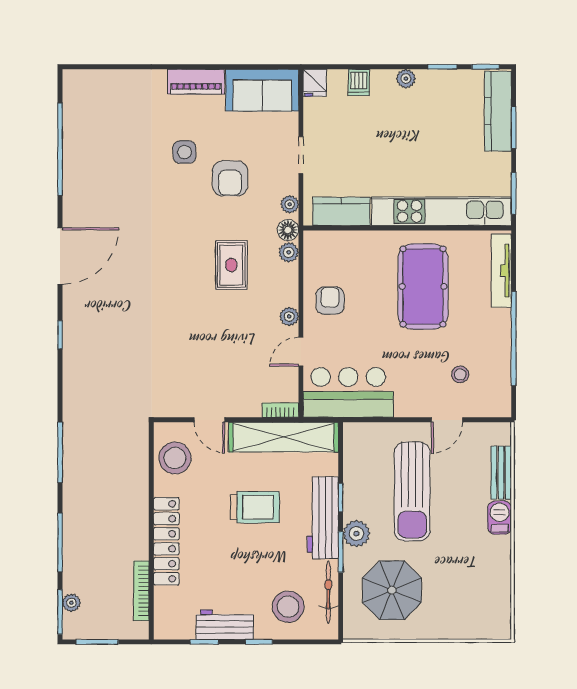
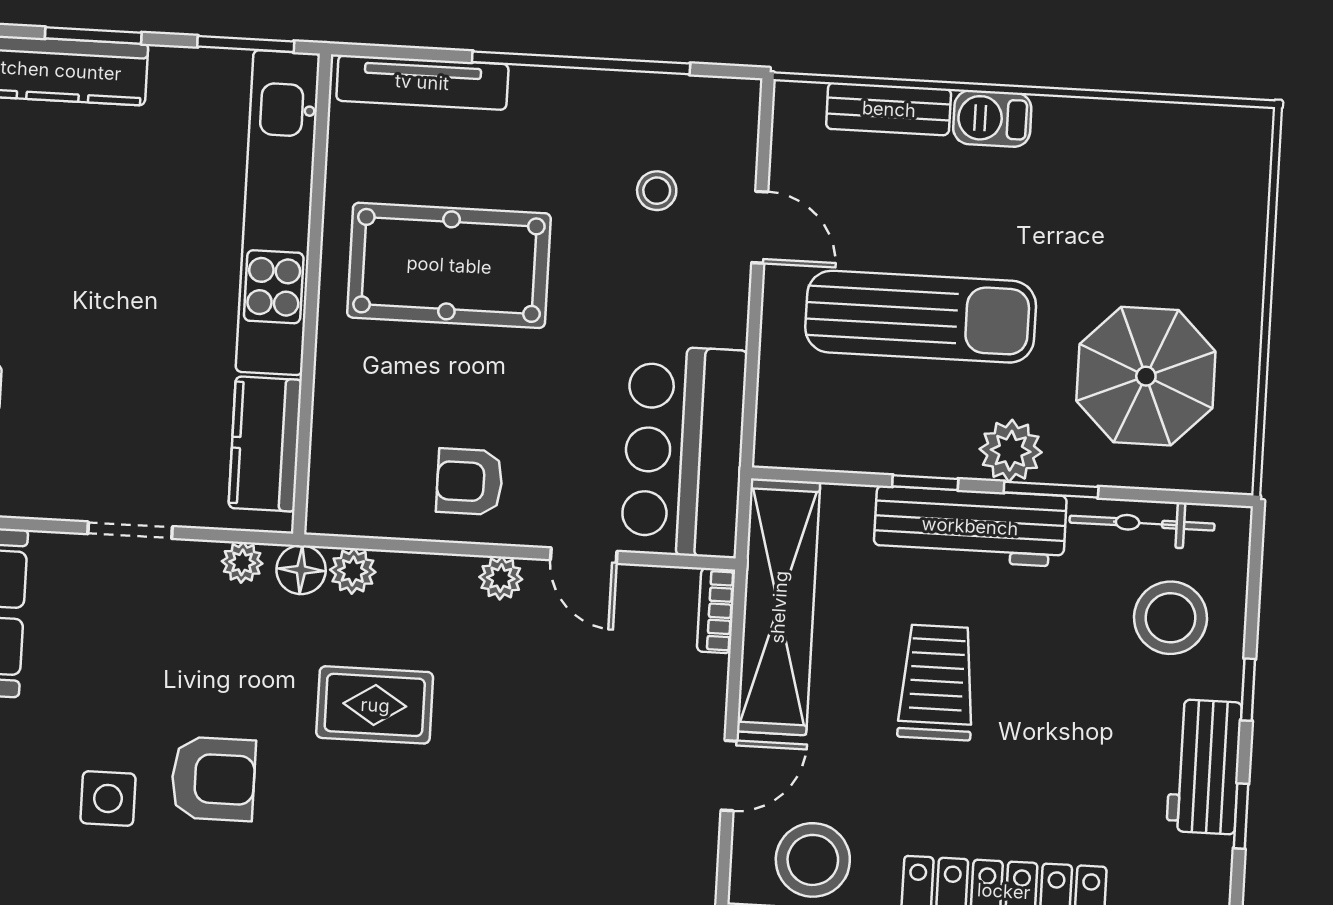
armchair: (230, 178) -> (213, 779), moved

